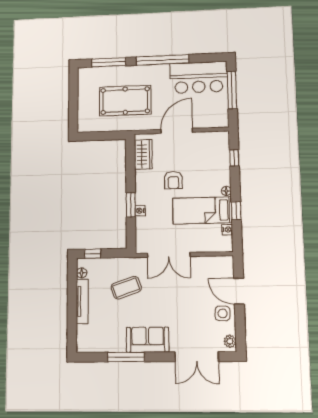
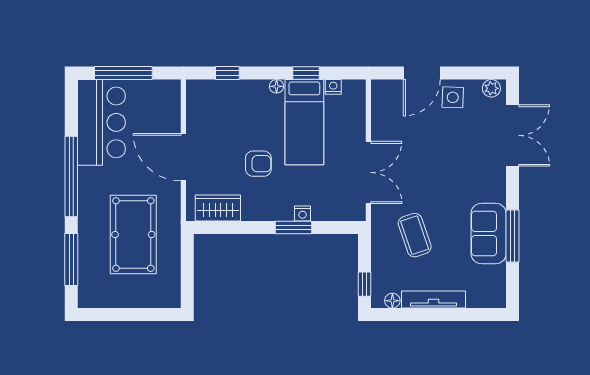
sofa: (148, 340) -> (489, 234), moved

